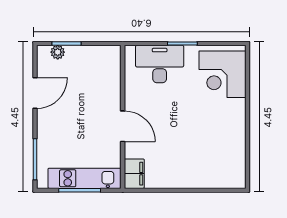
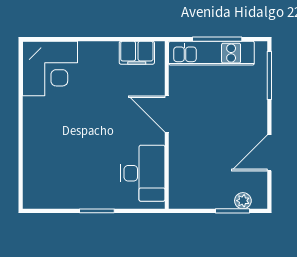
desk: (160, 64) -> (143, 173), moved, turned -90
corner desk: (222, 74) -> (50, 68), moved, turned 90
filing cabinet: (134, 174) -> (137, 53), moved, turned -90

